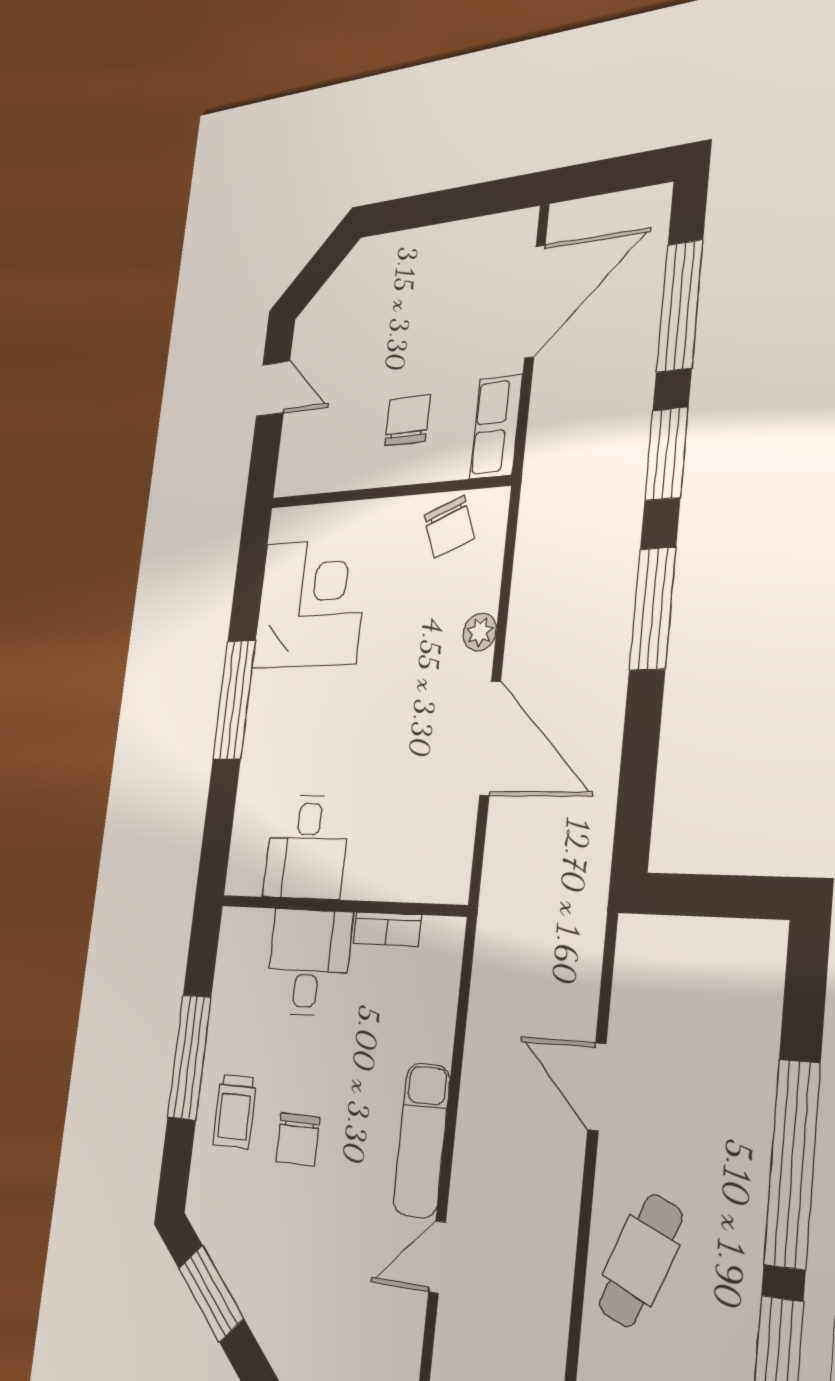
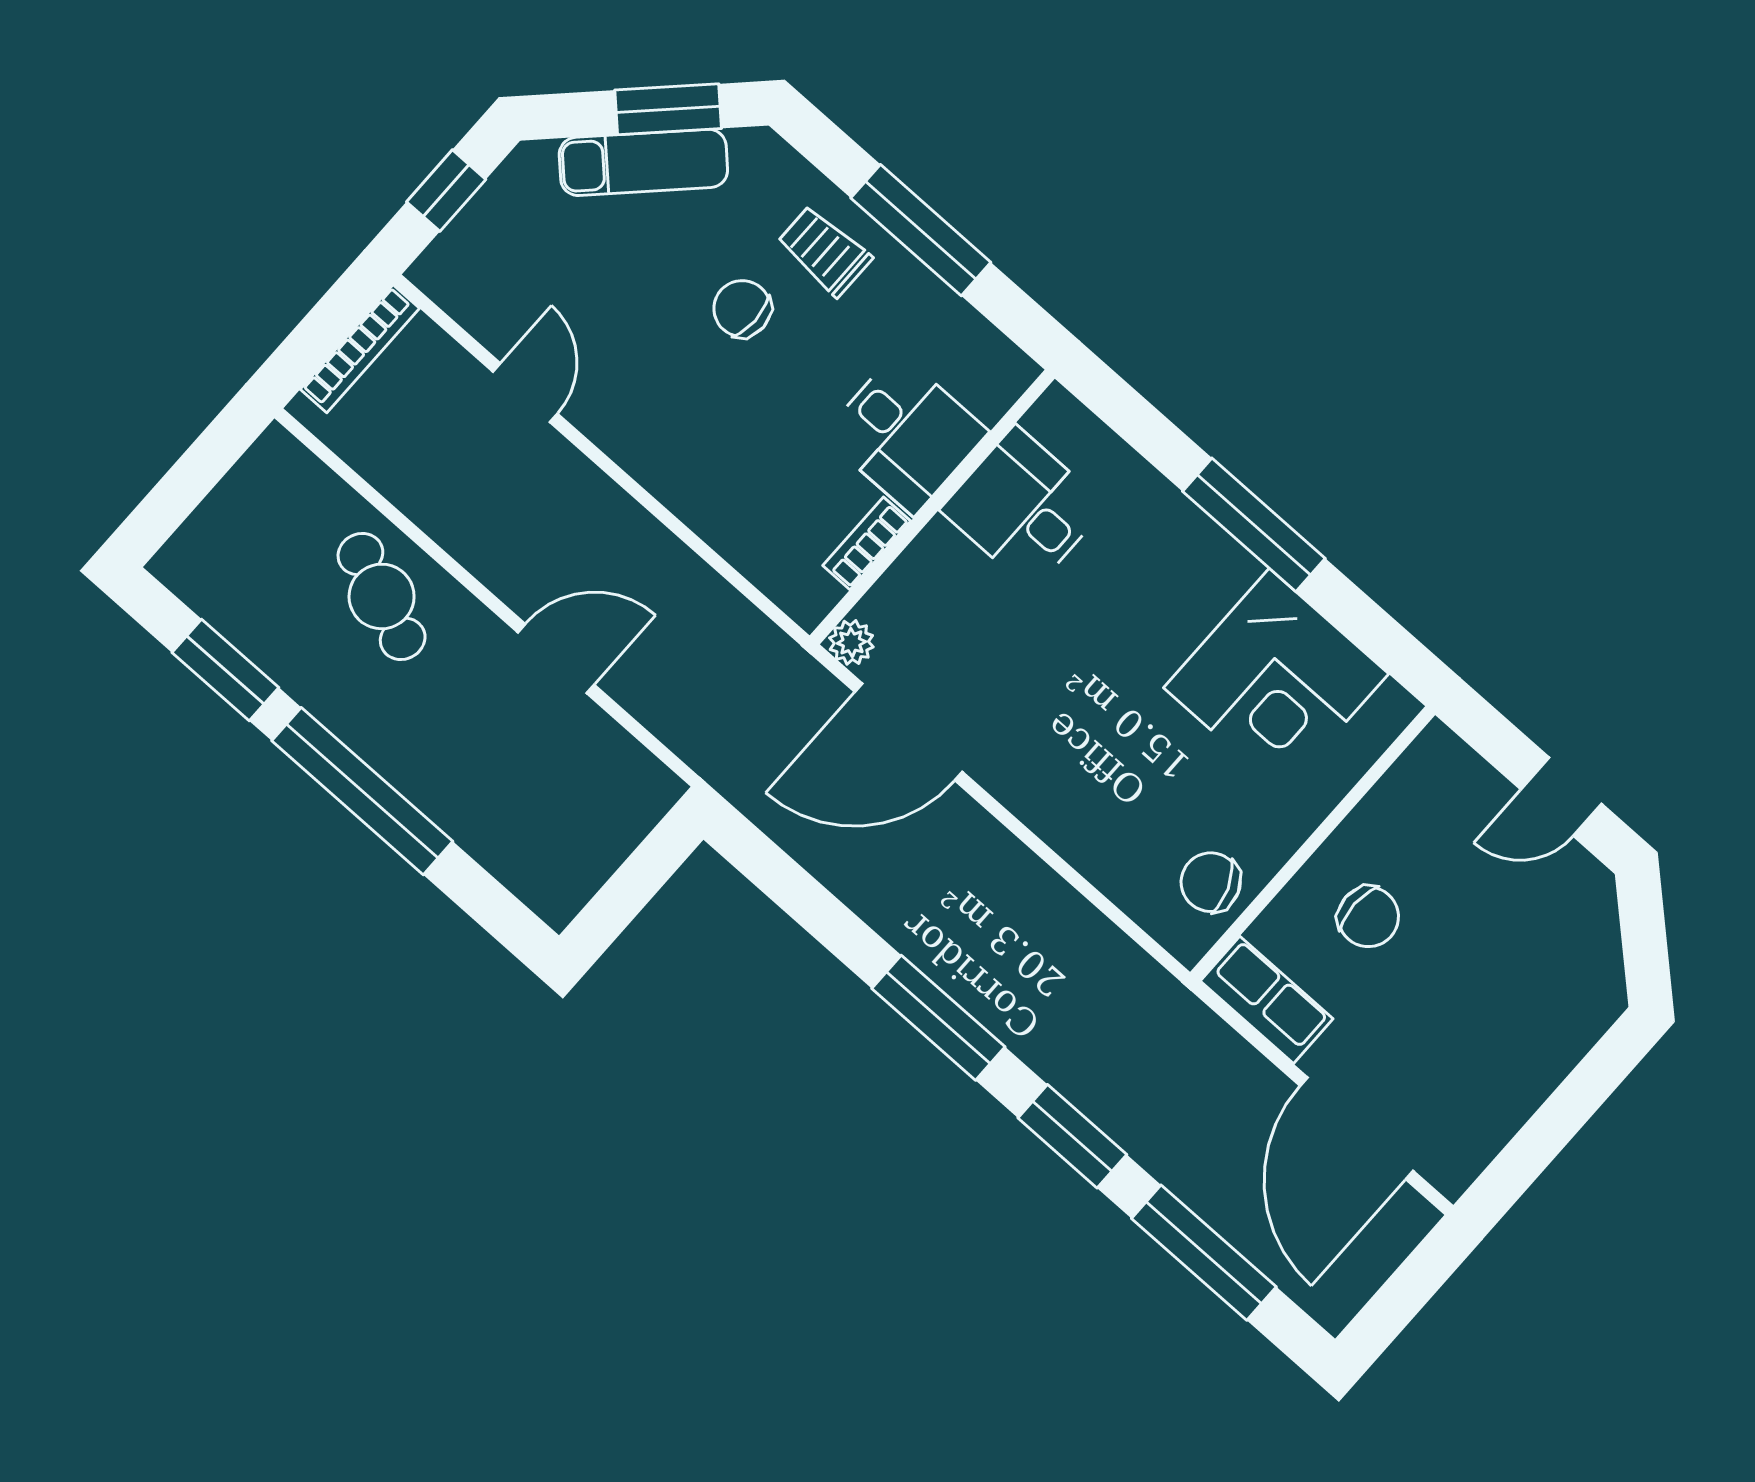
plant: (480, 632) -> (851, 642), moved
door: (490, 738) -> (909, 732), moved
exam couch: (422, 1140) -> (643, 162), moved, turned 135

